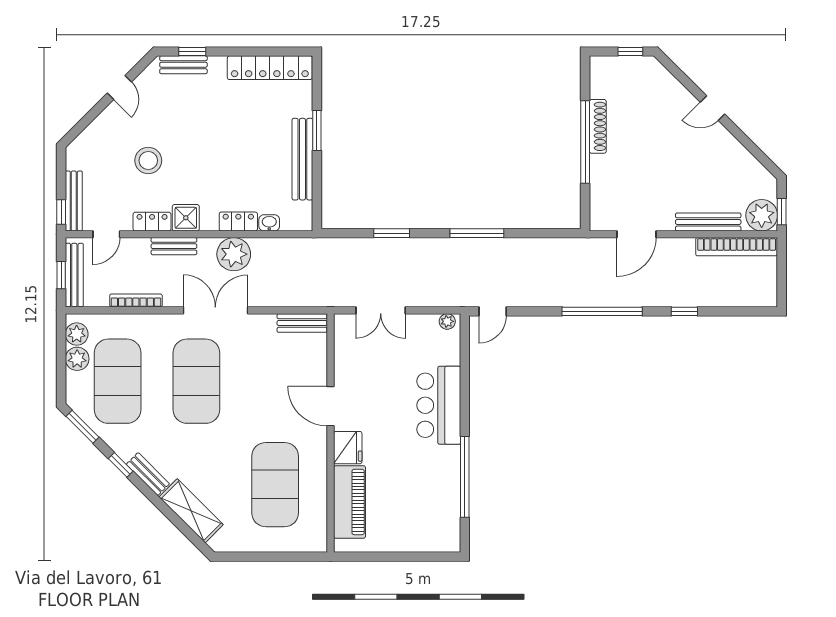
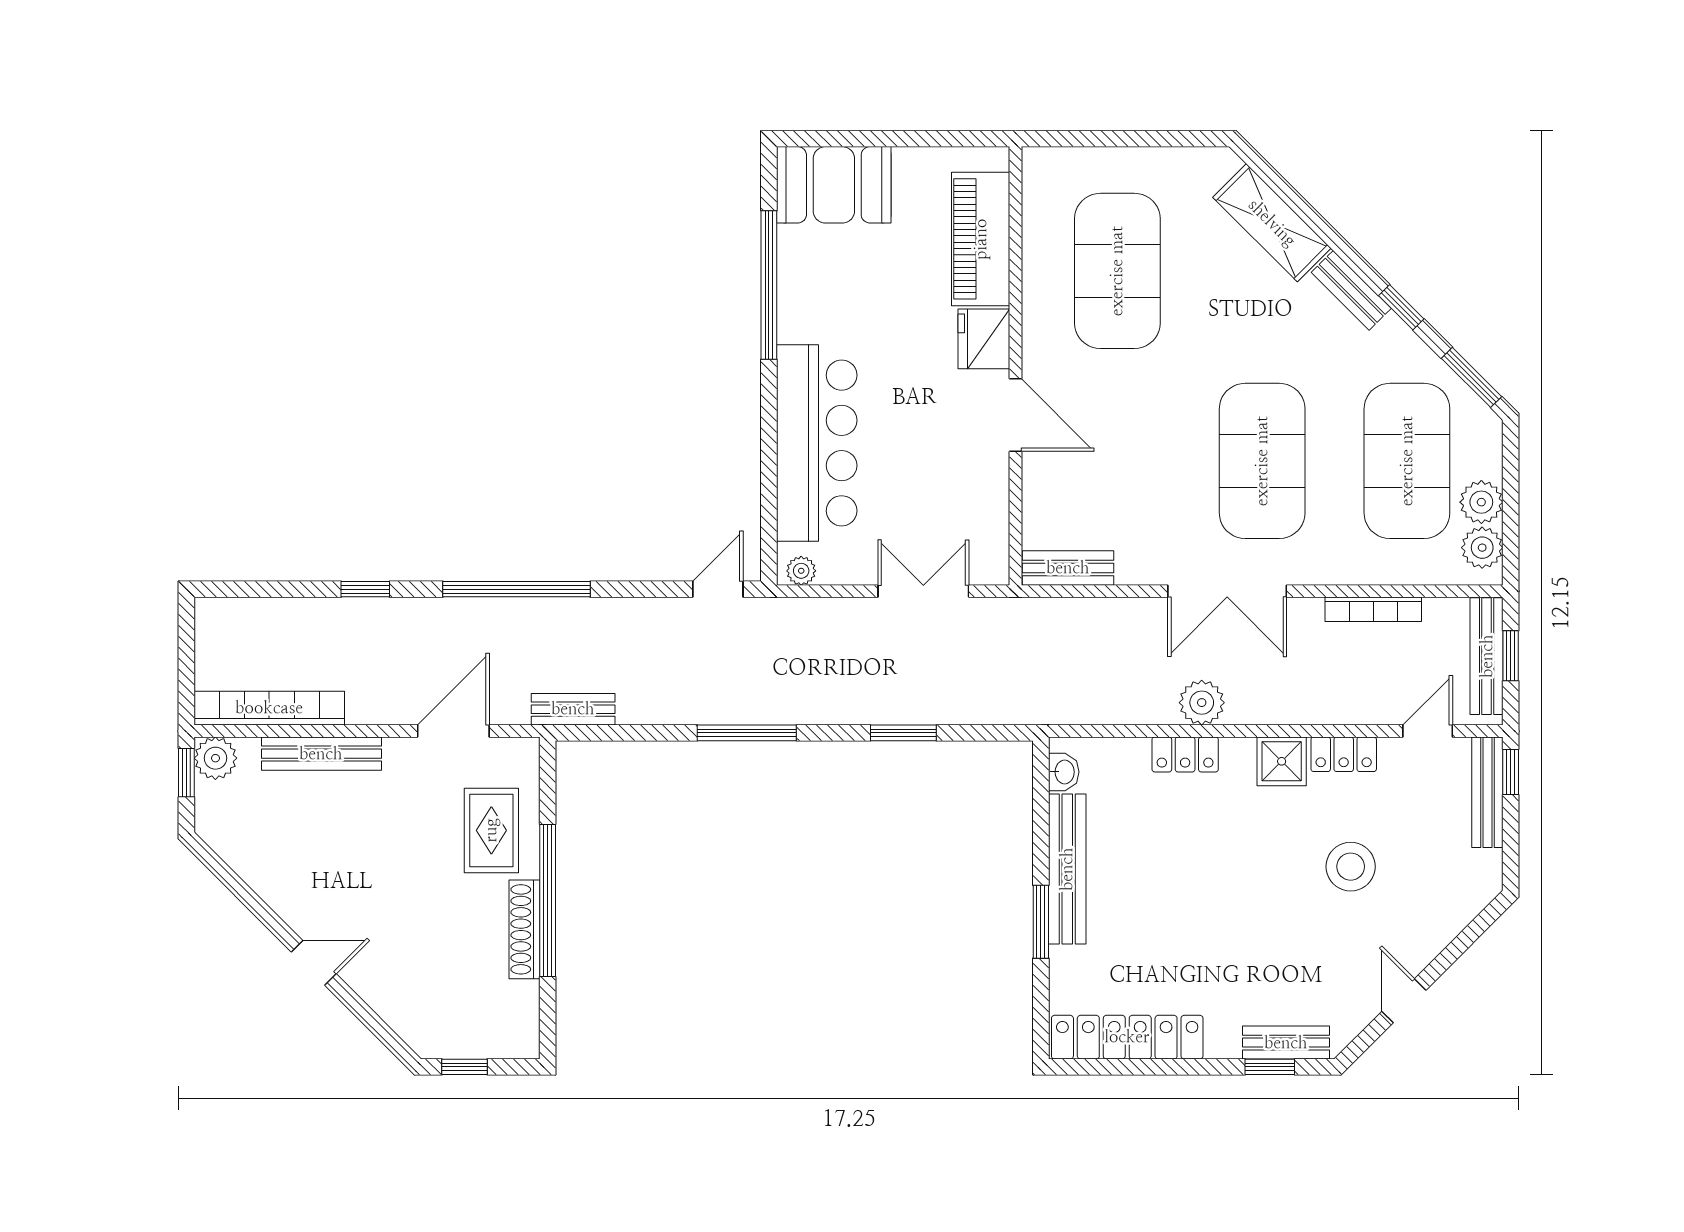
rug: (616, 180) -> (491, 830), added
plant: (762, 215) -> (215, 758), width x0.73, depth x0.73
washbasin: (269, 223) -> (1064, 772), moved, turned -90
bench: (174, 246) -> (573, 709), moved
plant: (234, 254) -> (1202, 703), width x0.73, depth x0.73
bar counter: (439, 405) -> (817, 443), width x1.36
booth: (429, 531) -> (834, 185), added

